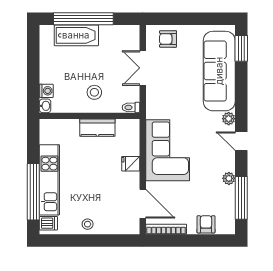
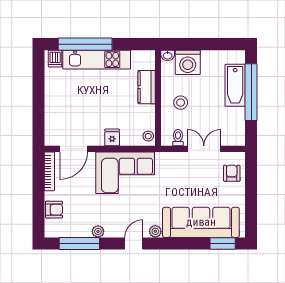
washing machine: (46, 91) -> (188, 62), width x1.89, depth x1.89
toilet: (131, 107) -> (178, 138), moved
kitchen counter: (97, 128) -> (147, 87), moved
stool: (88, 224) -> (148, 136), moved

